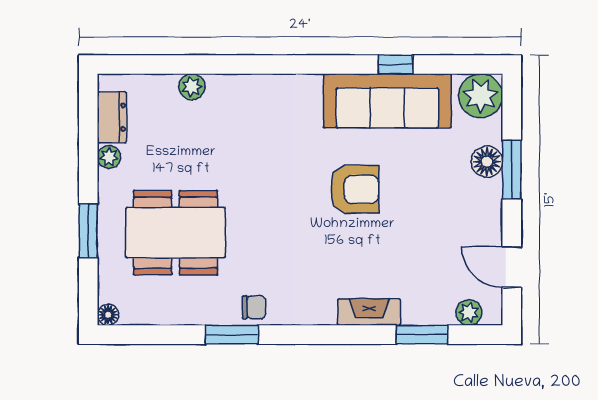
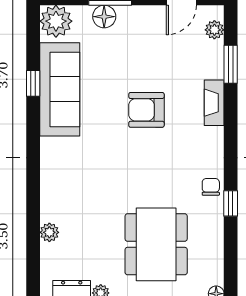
armchair: (355, 189) -> (146, 110), moved, turned -90
window: (232, 335) -> (231, 203), width x0.67

